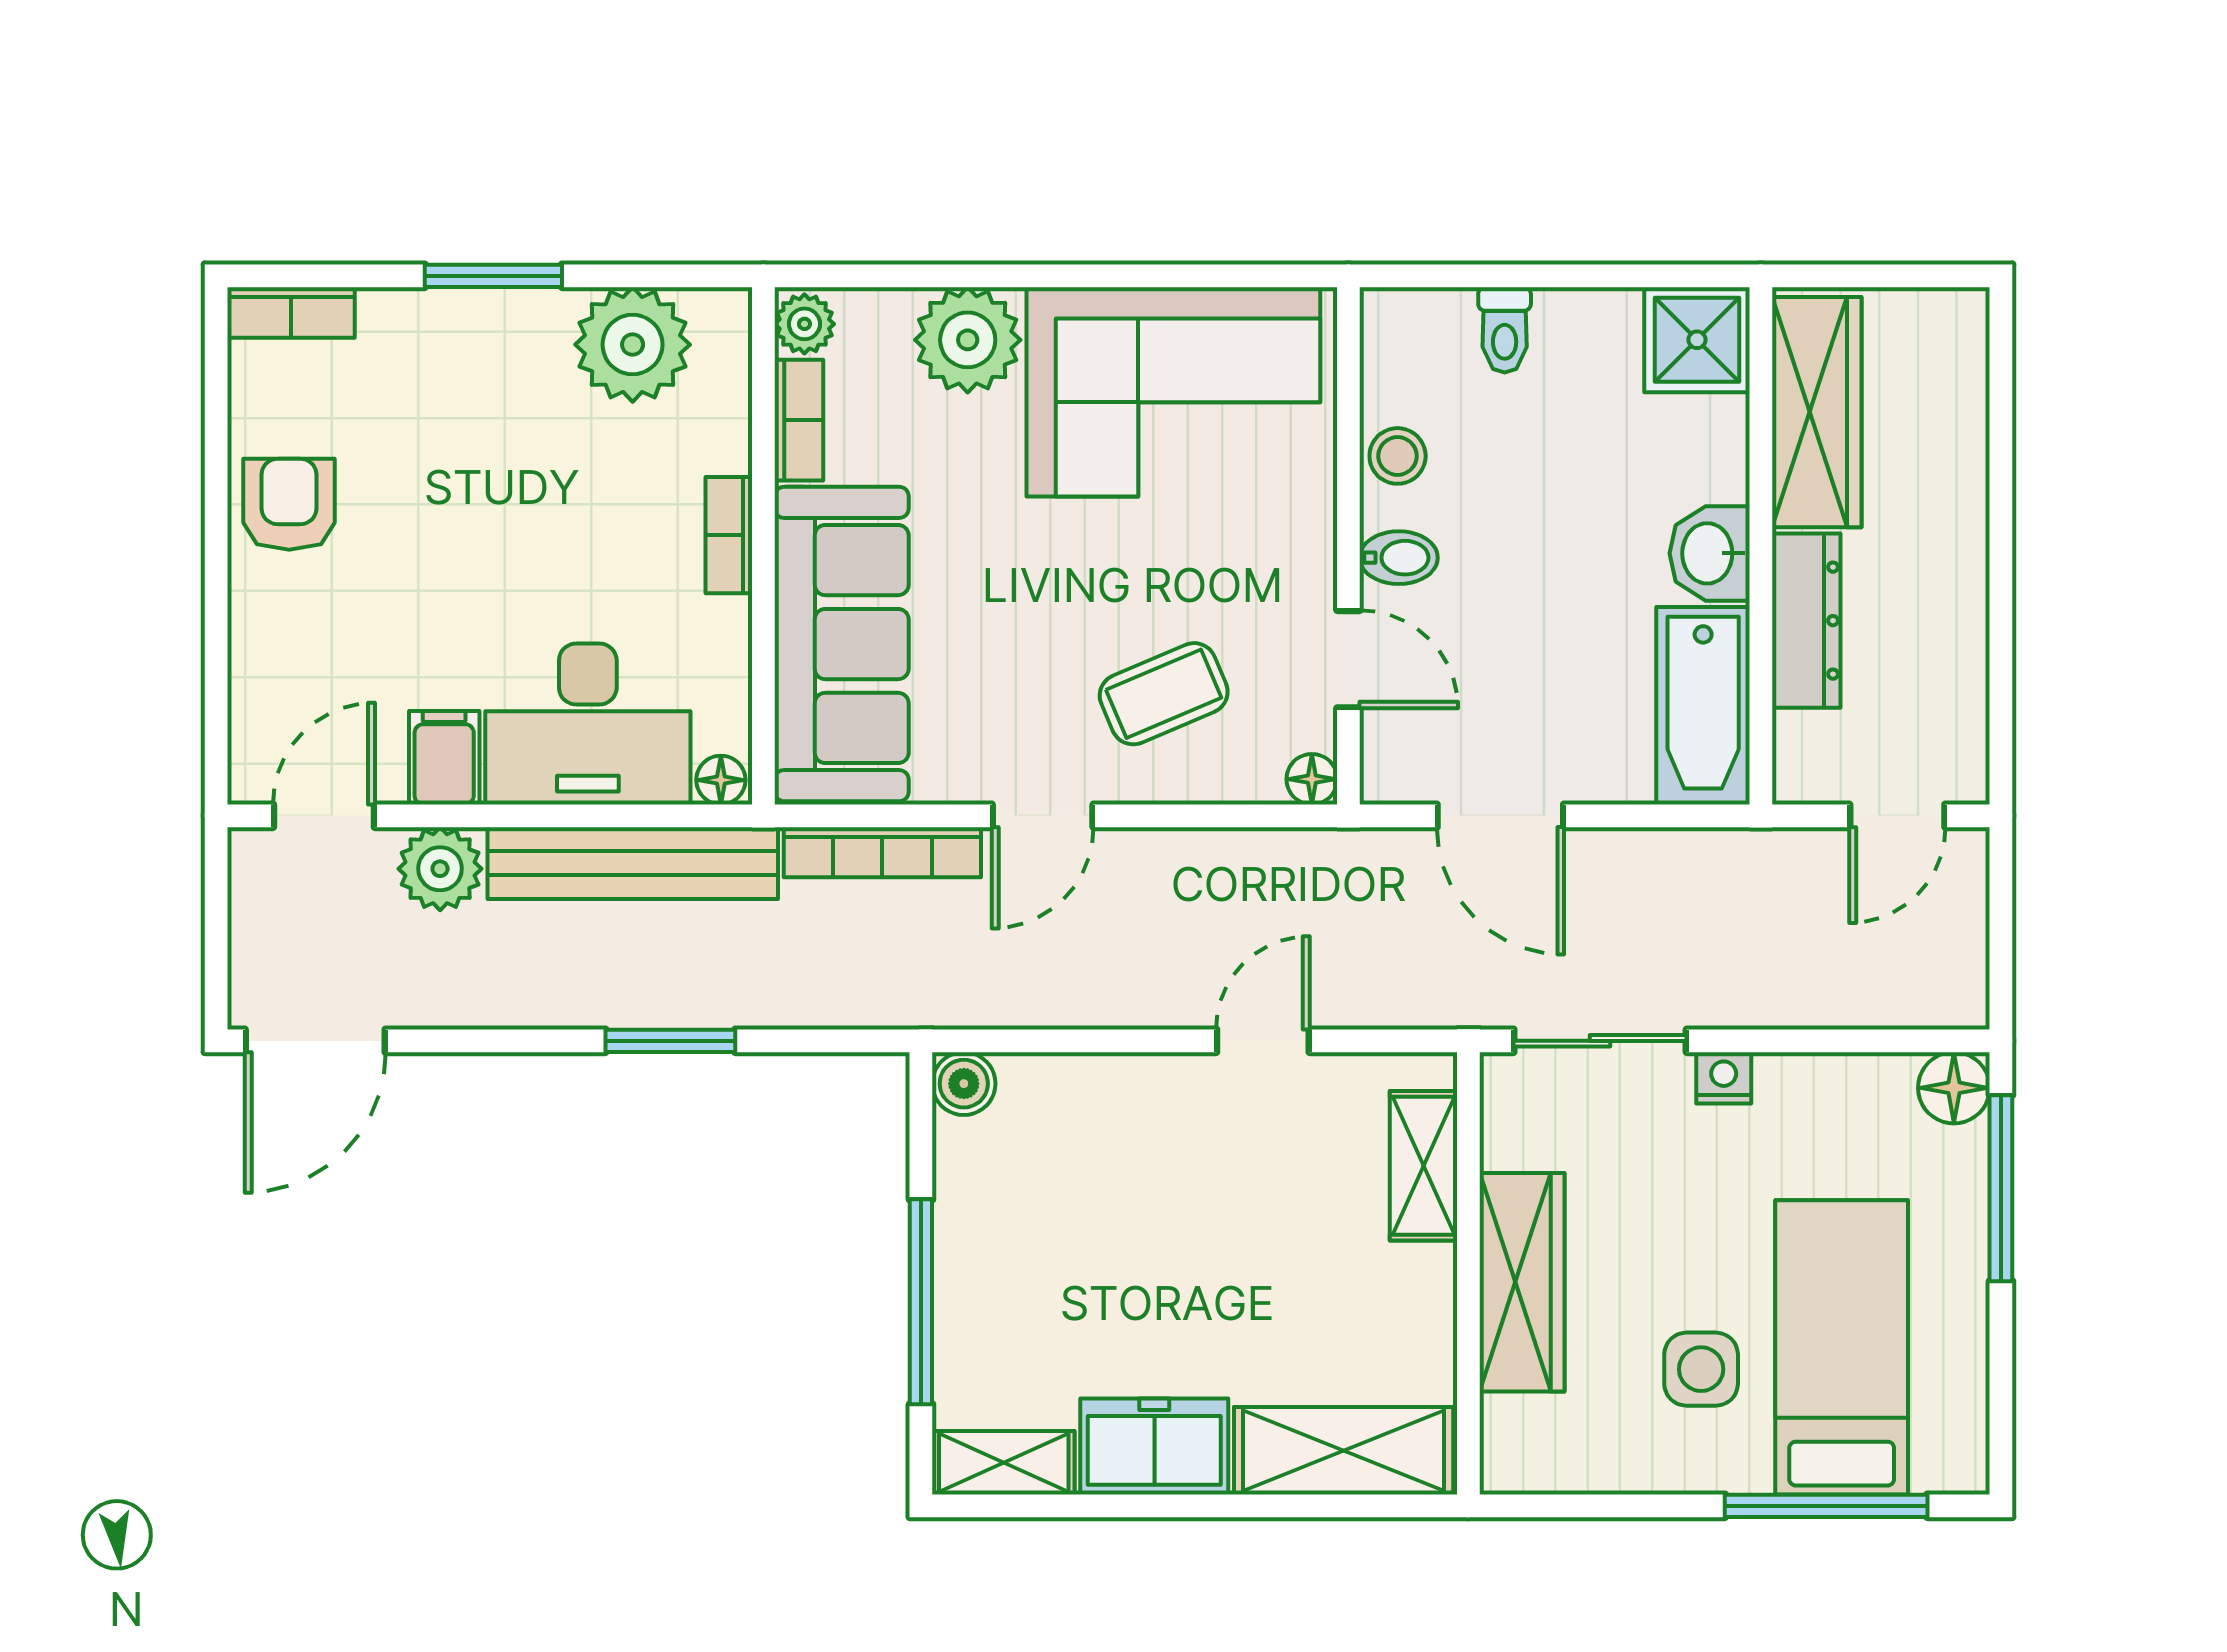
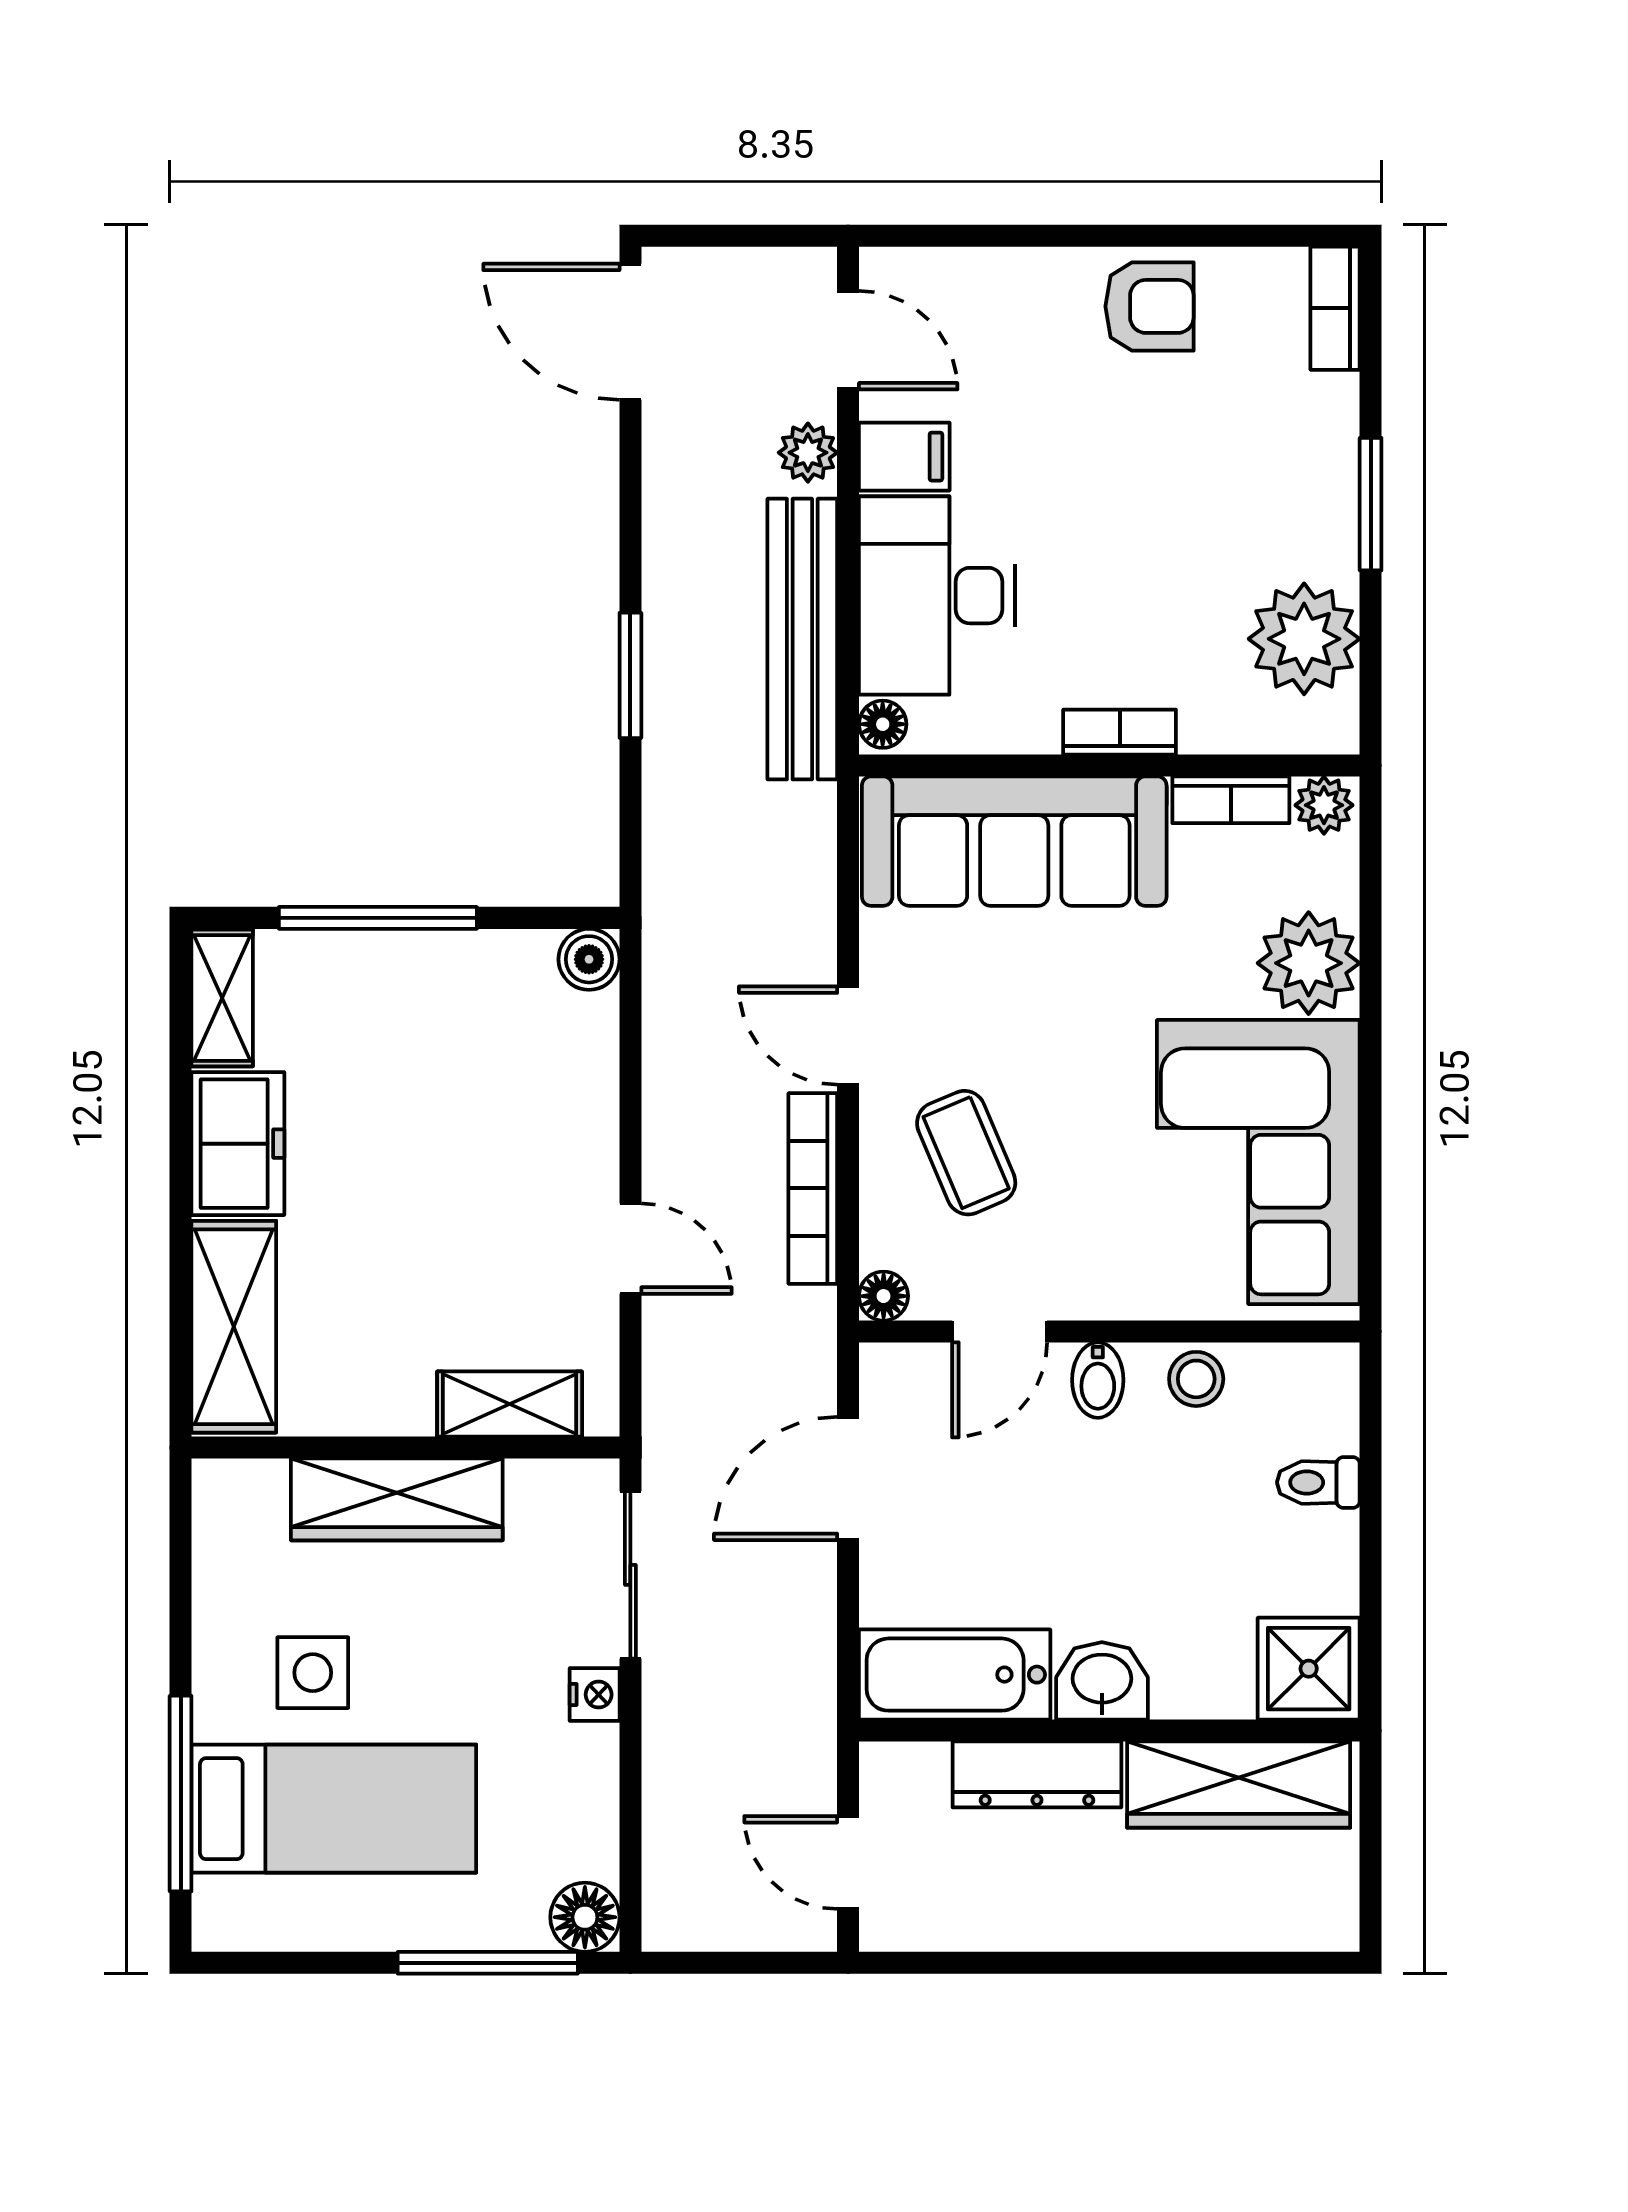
bookcase: (882, 852) -> (813, 1188), moved
plant: (440, 869) -> (808, 453), width x0.73, depth x0.73

